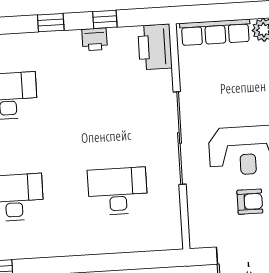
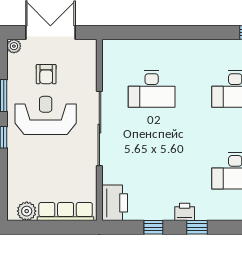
printer: (95, 39) -> (185, 212), moved
armchair: (250, 202) -> (46, 74), turned -90

